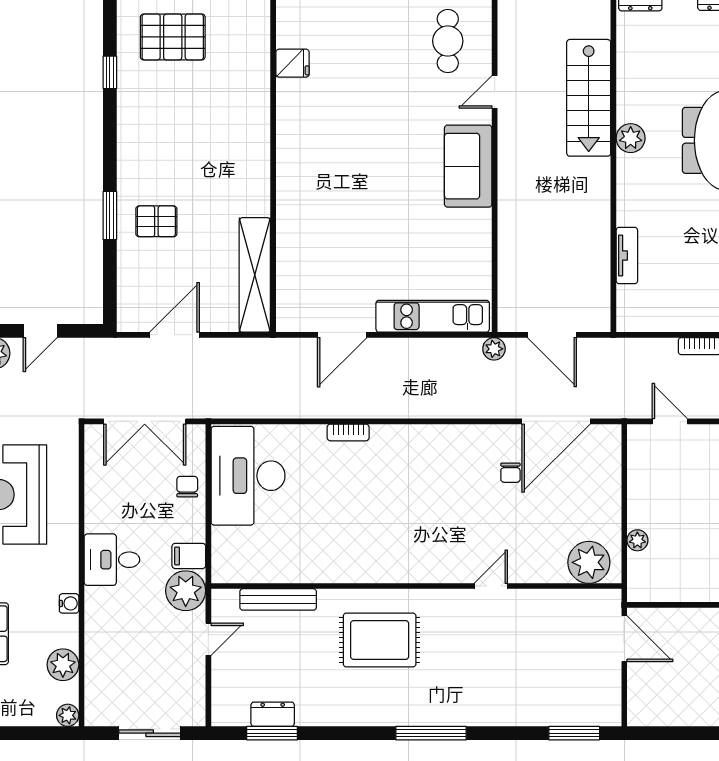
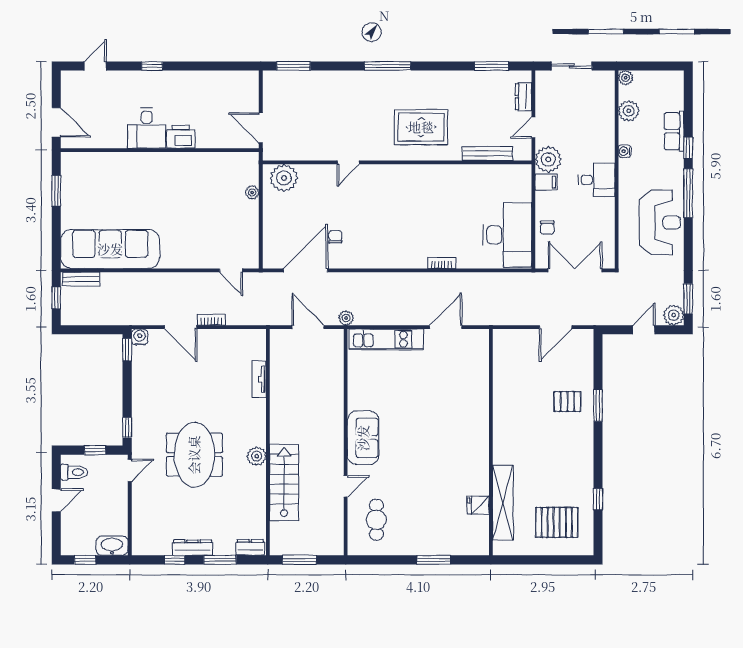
shelving: (255, 275) -> (503, 503), moved
dresser: (273, 714) -> (524, 97), moved, turned 90

